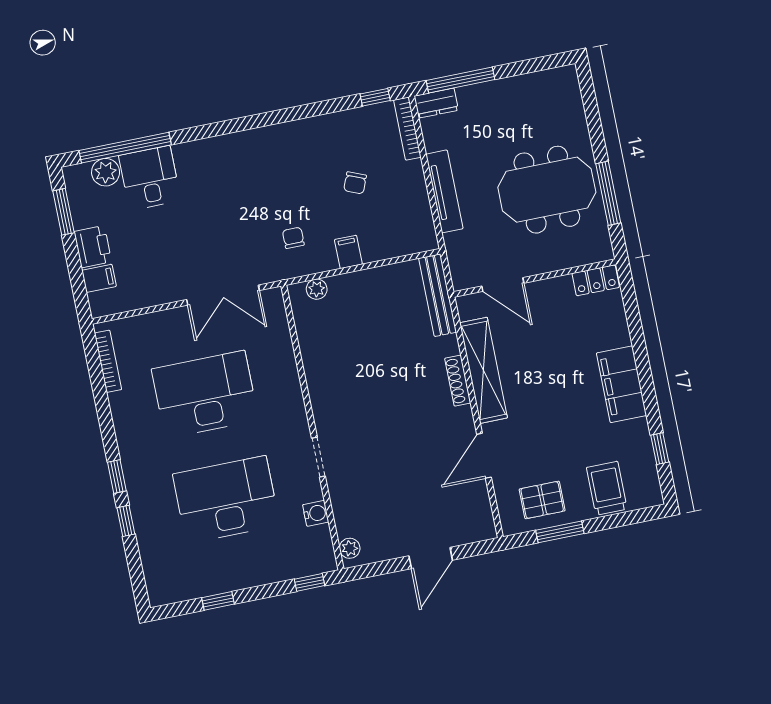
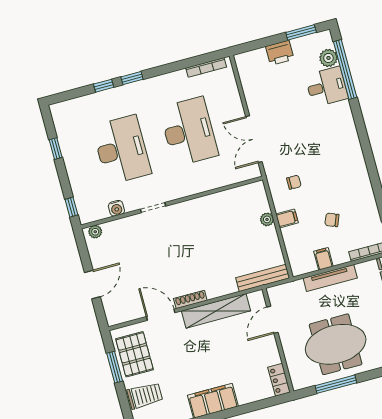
meeting table: (547, 190) -> (336, 344), turned 90
filing cabinet: (99, 278) -> (323, 259), moved, turned 180
plant: (317, 289) -> (267, 219), moved
shoe rack: (458, 381) -> (190, 299), moved
pallet: (542, 500) -> (135, 354), width x1.50, depth x1.42
door: (431, 558) -> (92, 285), swing flipped

